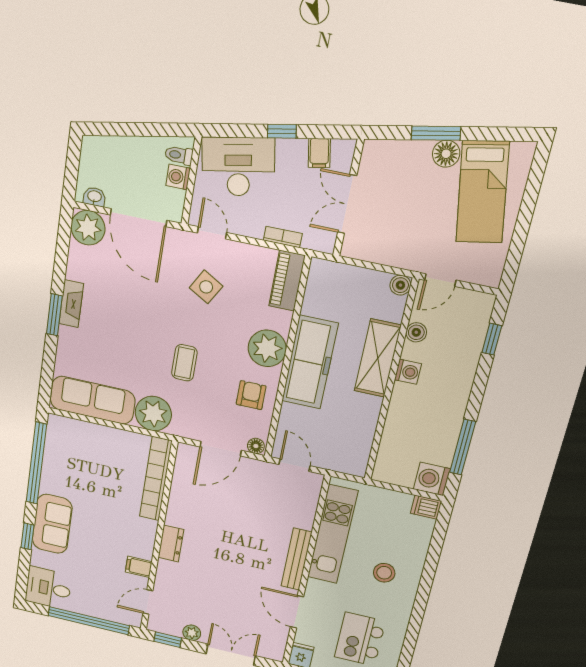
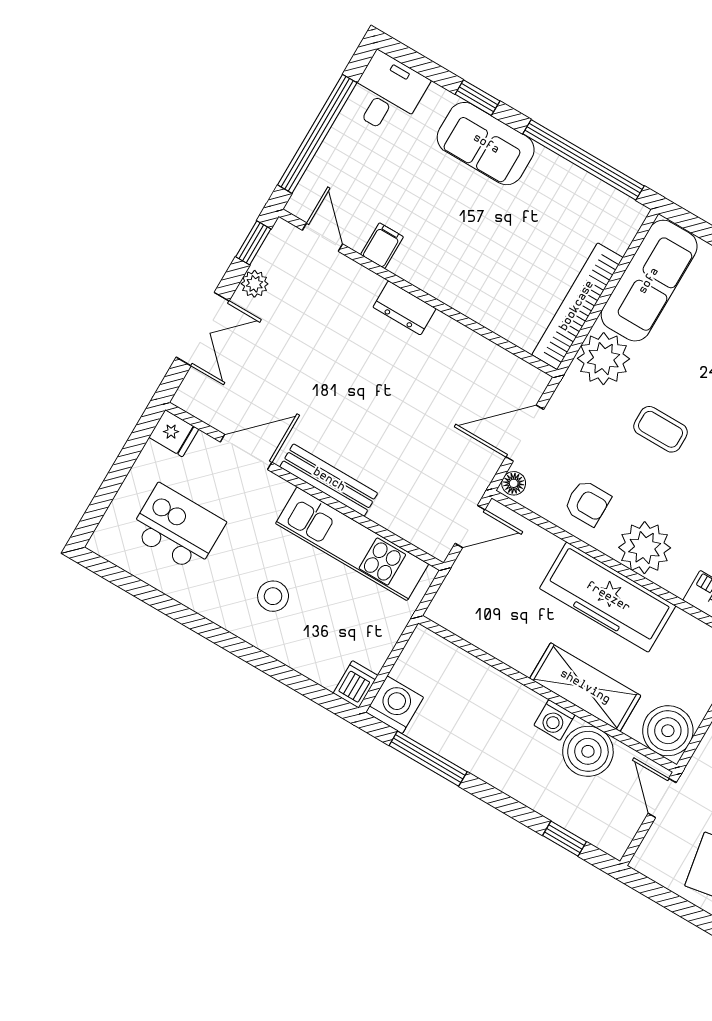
boiler: (400, 285) -> (668, 731), width x1.86, depth x1.86
boiler: (416, 332) -> (588, 751), width x1.86, depth x1.86
door: (221, 449) -> (525, 433), hinge flipped
bookcase: (156, 479) -> (577, 306), moved, turned -90

